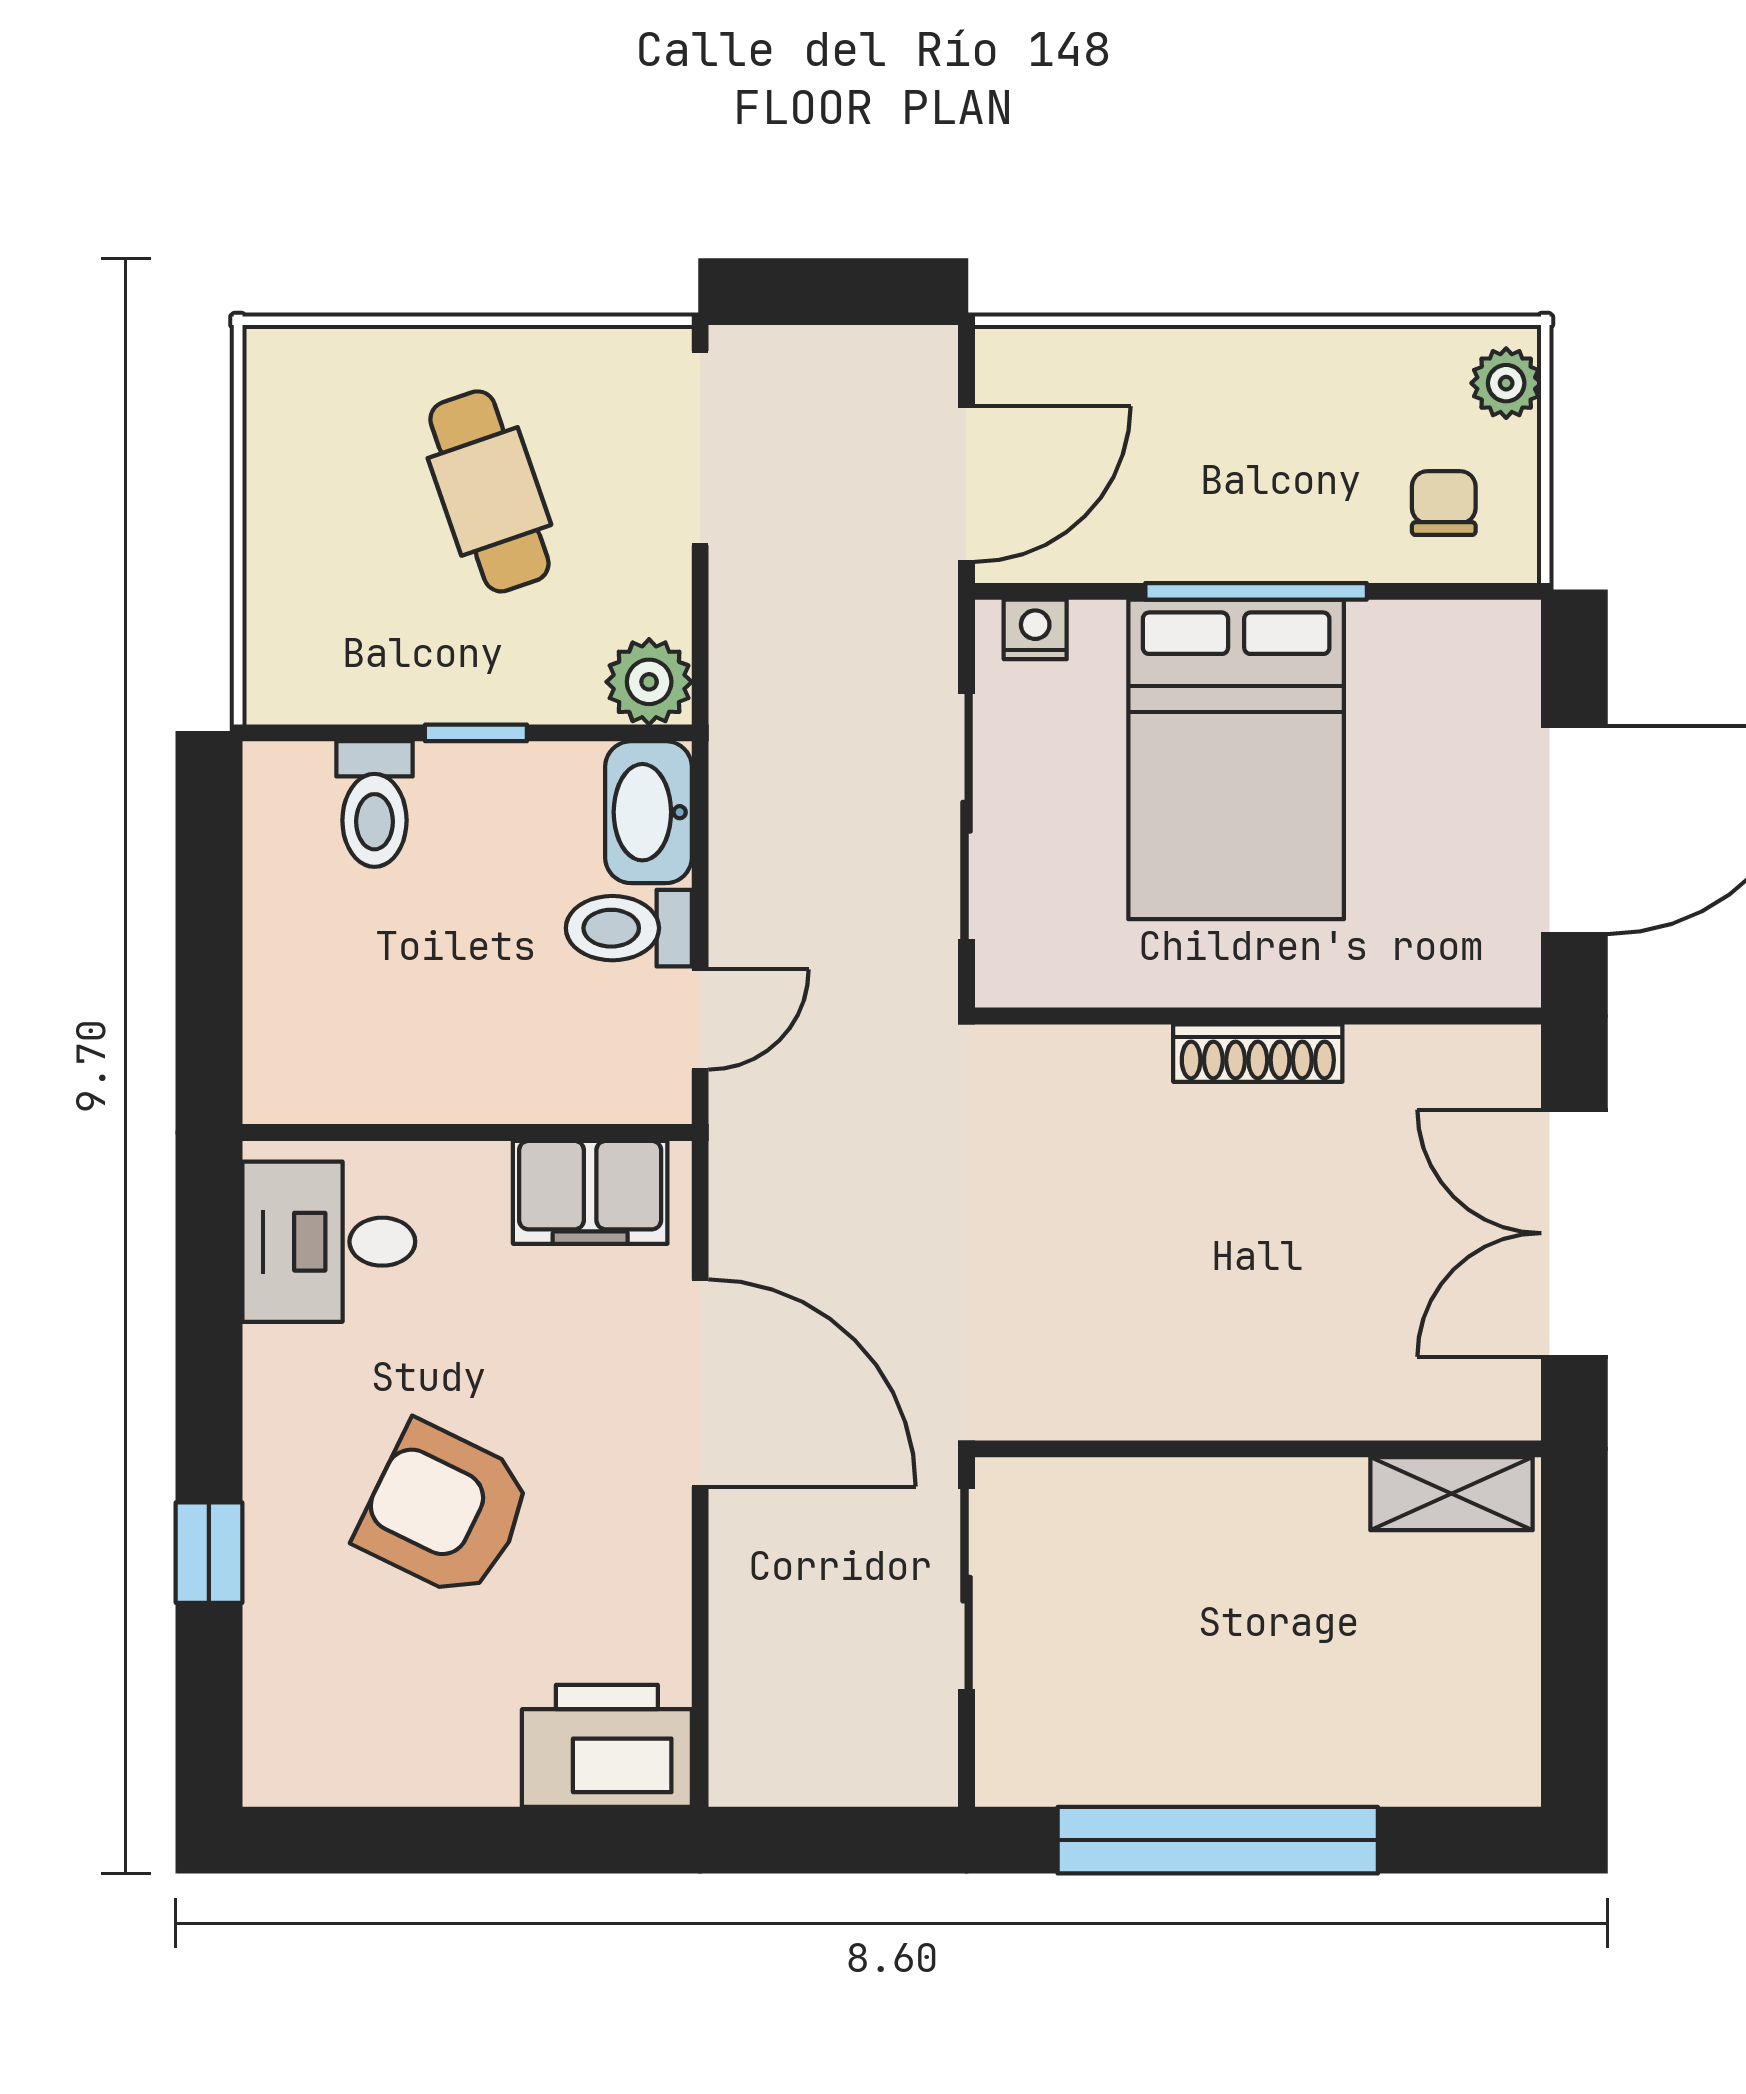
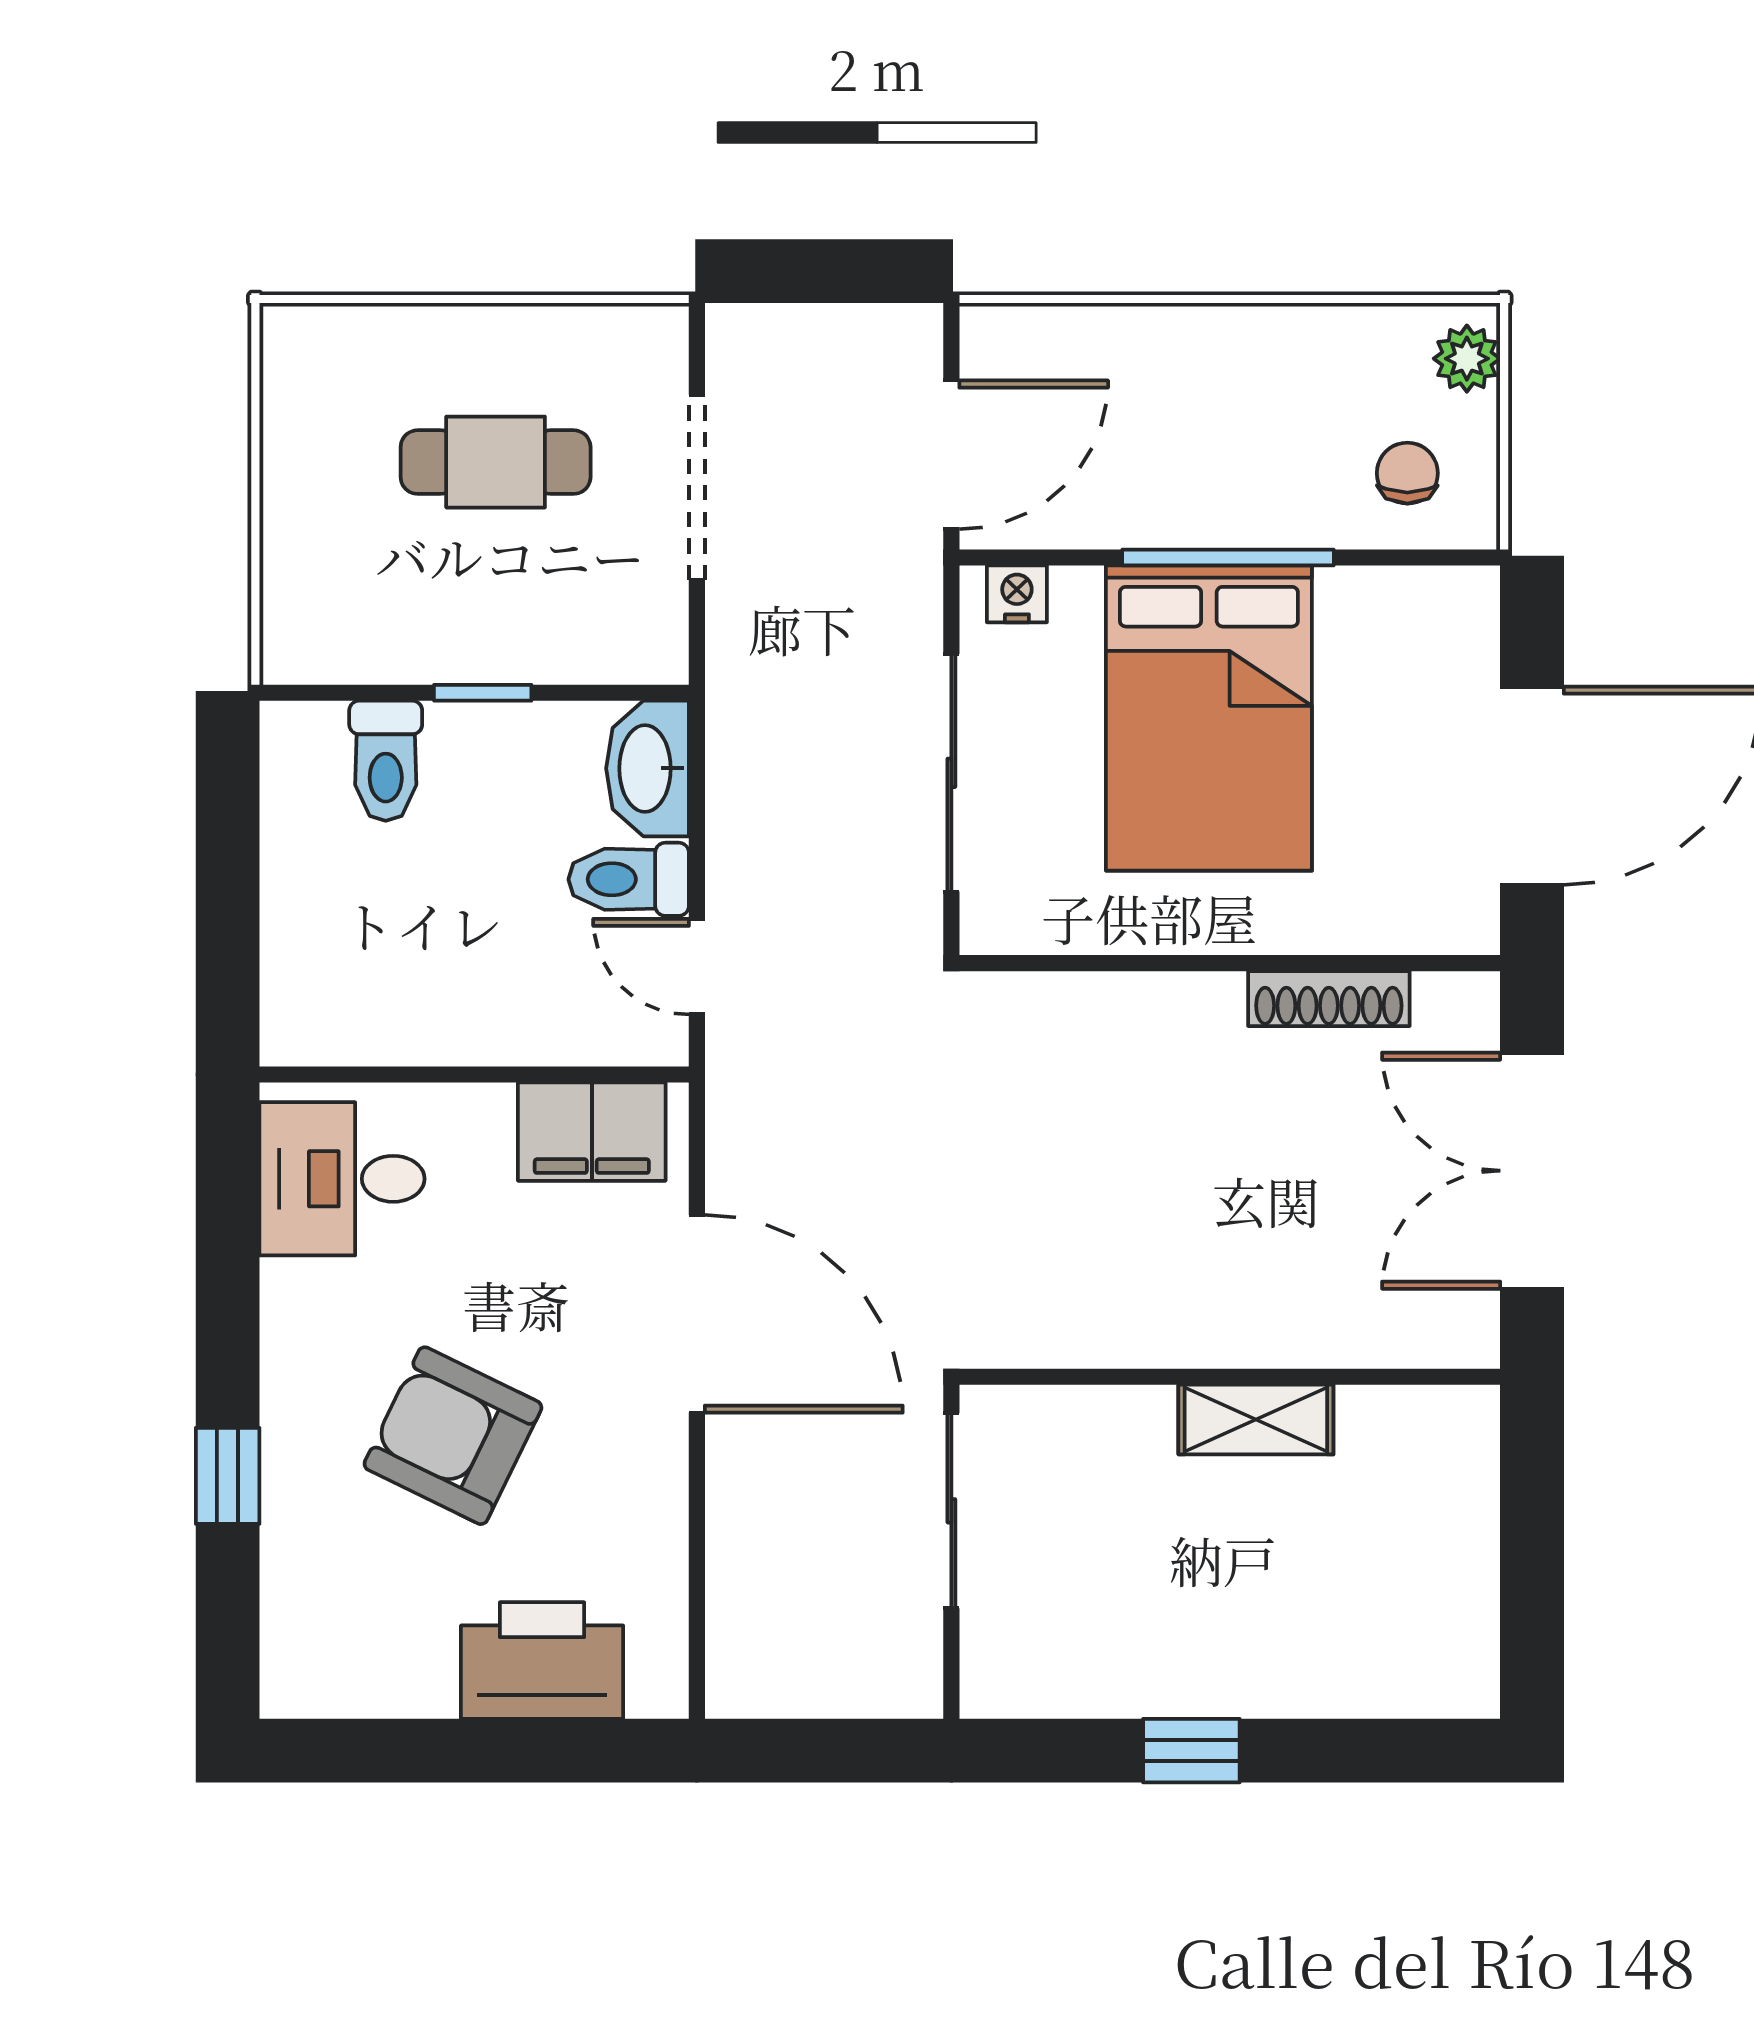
doorway: (700, 448) -> (697, 487), moved
cafe table: (489, 491) -> (496, 462), turned -71
plant: (649, 682) -> (648, 644), removed
door: (700, 1020) -> (697, 967), swing flipped
shoe rack: (1258, 1053) -> (1329, 999), moved
shelving: (1452, 1494) -> (1256, 1420), moved
printer: (607, 1746) -> (542, 1660), moved
window: (1218, 1840) -> (1191, 1751), width x0.32

